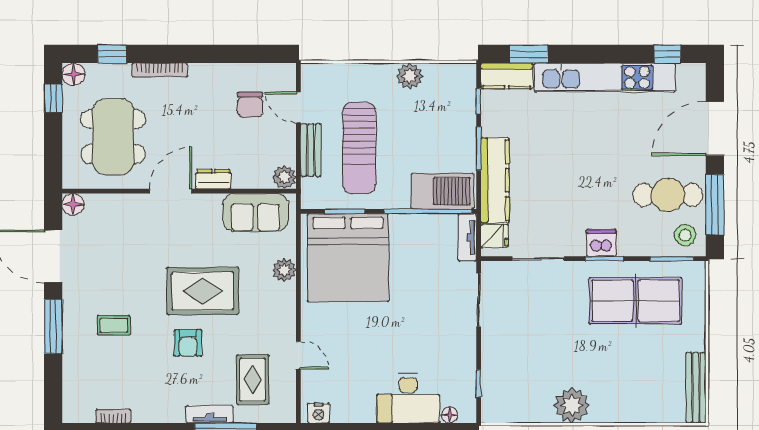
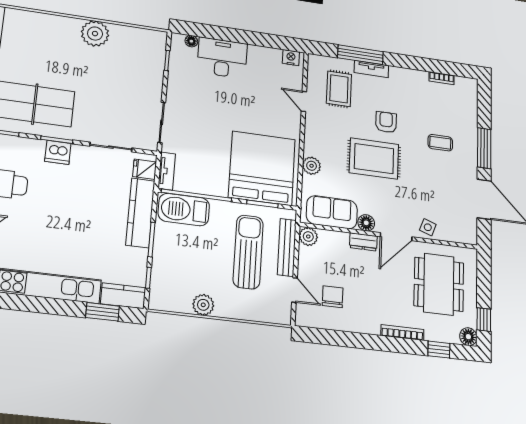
bench: (311, 150) -> (287, 247), width x1.36
floor lamp: (73, 204) -> (366, 223), moved
side table: (129, 209) -> (428, 227), added

